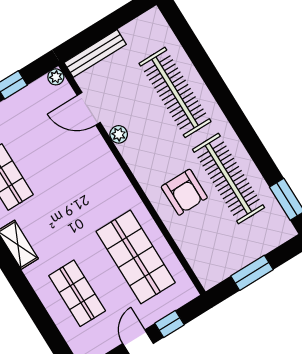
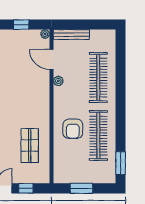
shop shelf: (136, 257) -> (30, 146), width x0.70, depth x0.74

